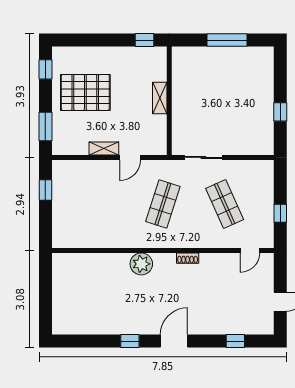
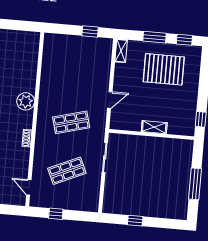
pallet: (85, 92) -> (164, 69), turned 90
window: (45, 127) -> (155, 37), moved
shelving: (104, 148) -> (121, 51), moved
door: (130, 157) -> (110, 100), swing flipped
shop shelf: (163, 204) -> (71, 122), turned -33

